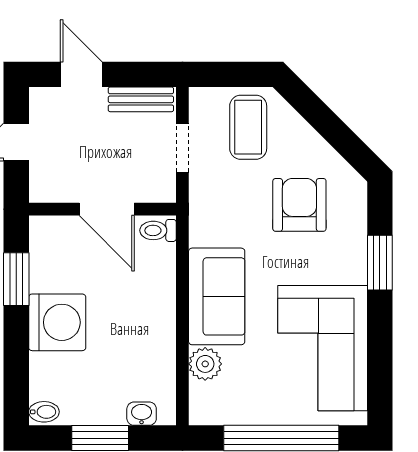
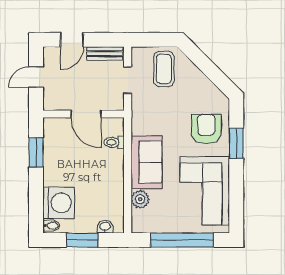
door: (81, 74) -> (72, 40), swing flipped
armchair: (299, 205) -> (206, 129), moved
toilet: (158, 230) -> (114, 142), moved
washing machine: (57, 322) -> (59, 203), moved

